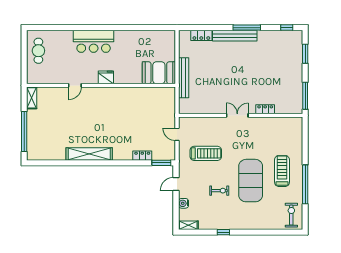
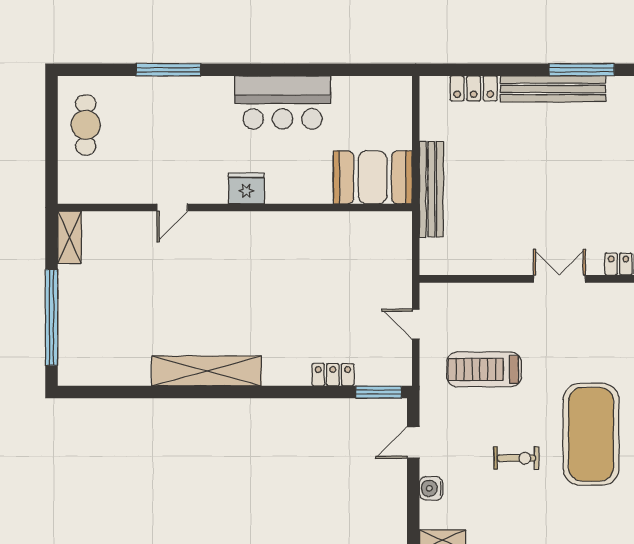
window: (73, 28) -> (168, 70), added
bar counter: (94, 41) -> (283, 102), moved
treadmill: (206, 153) -> (484, 369), turned 180

